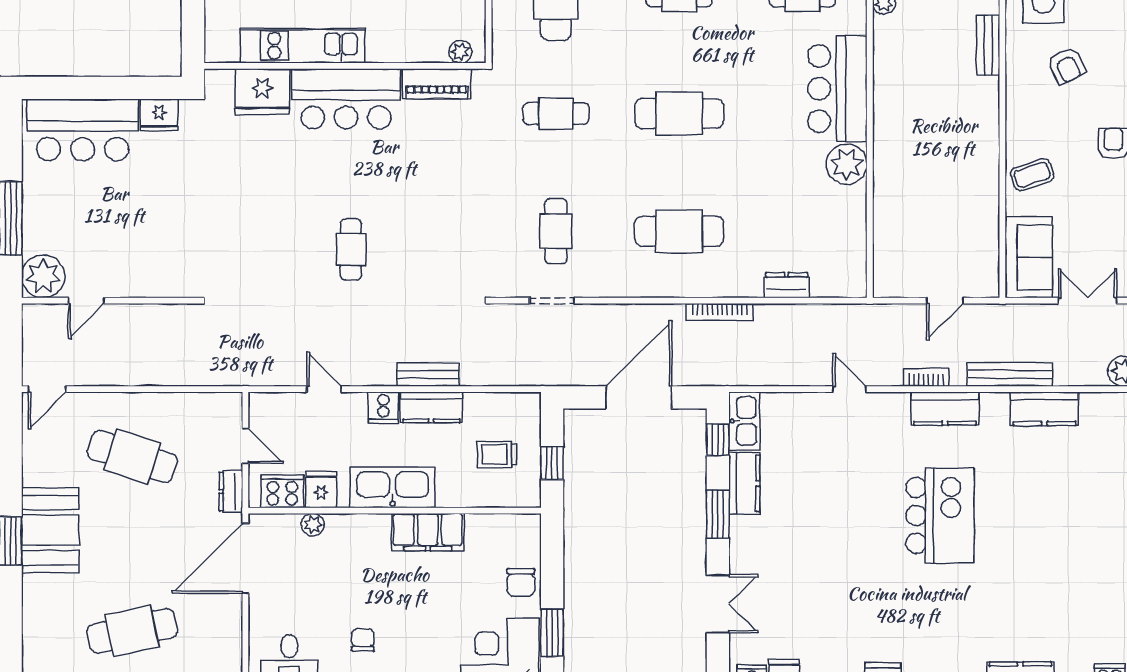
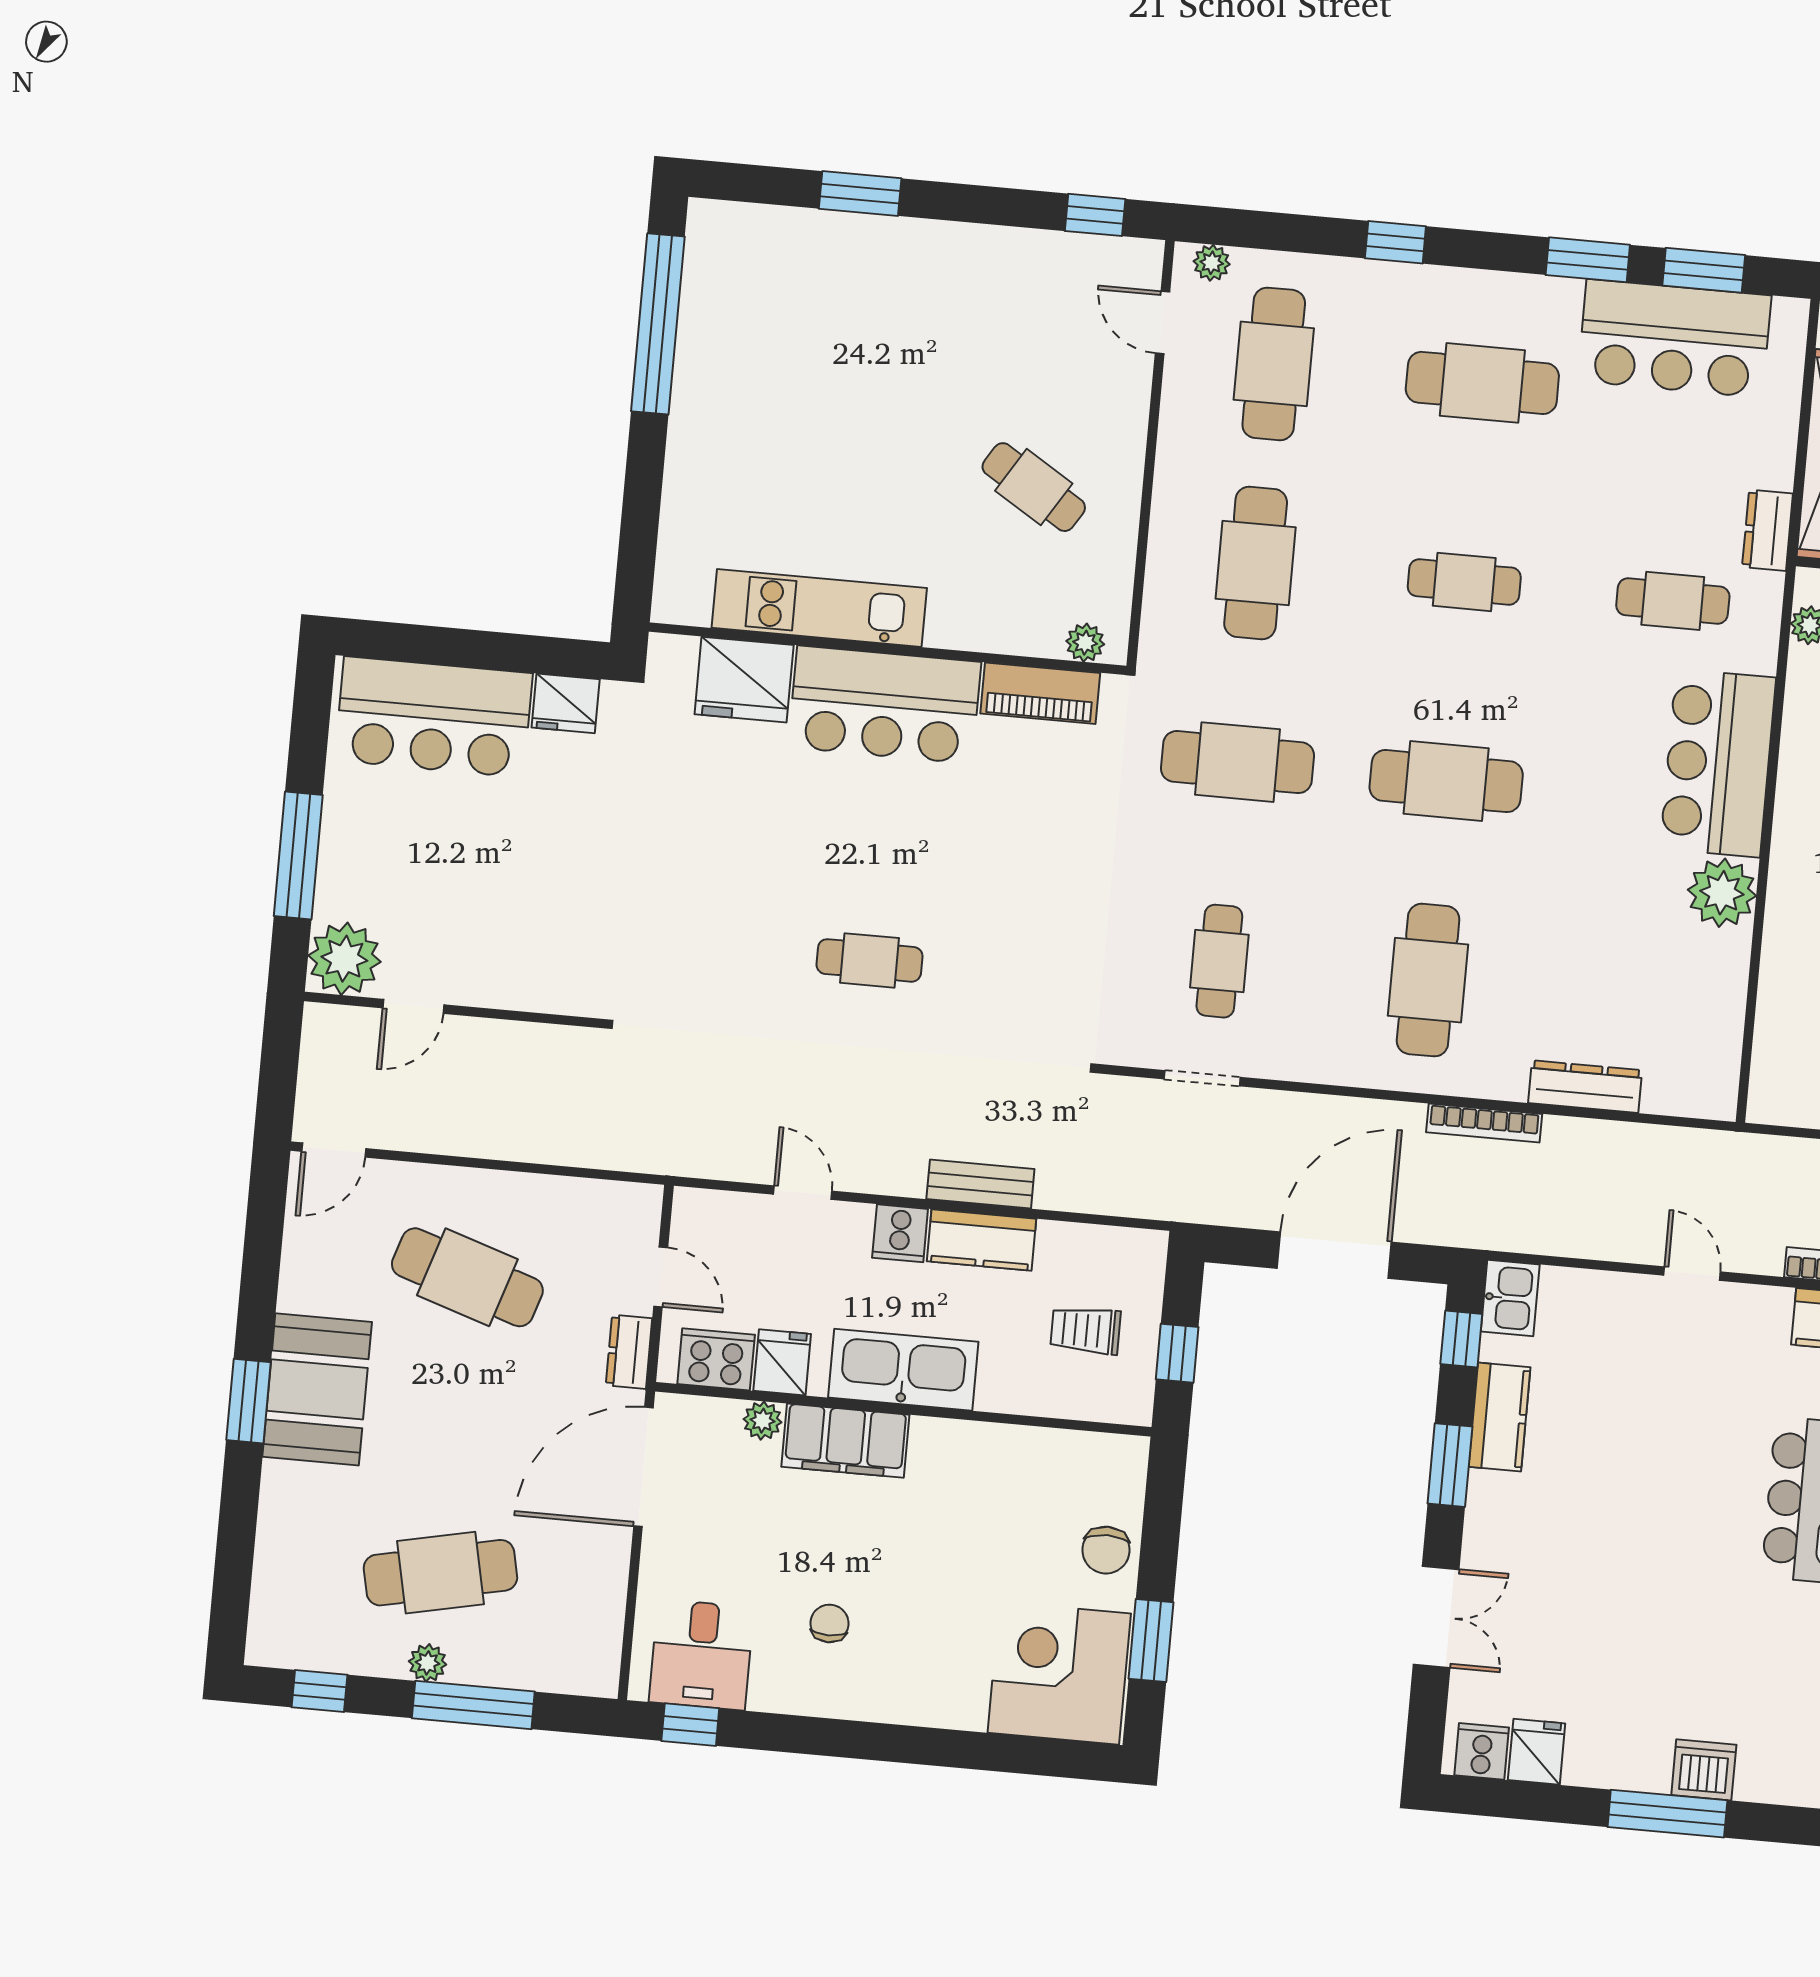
cafe table: (556, 114) -> (1238, 762), width x1.37, depth x1.35
cafe table: (679, 231) -> (1428, 980), turned 90
cafe table: (351, 249) -> (869, 960), turned 90
dresser: (787, 285) -> (1585, 1087), width x1.44
kitchen sink: (744, 421) -> (1510, 1298), width x0.73
filing cabinet: (428, 532) -> (845, 1441), moved

